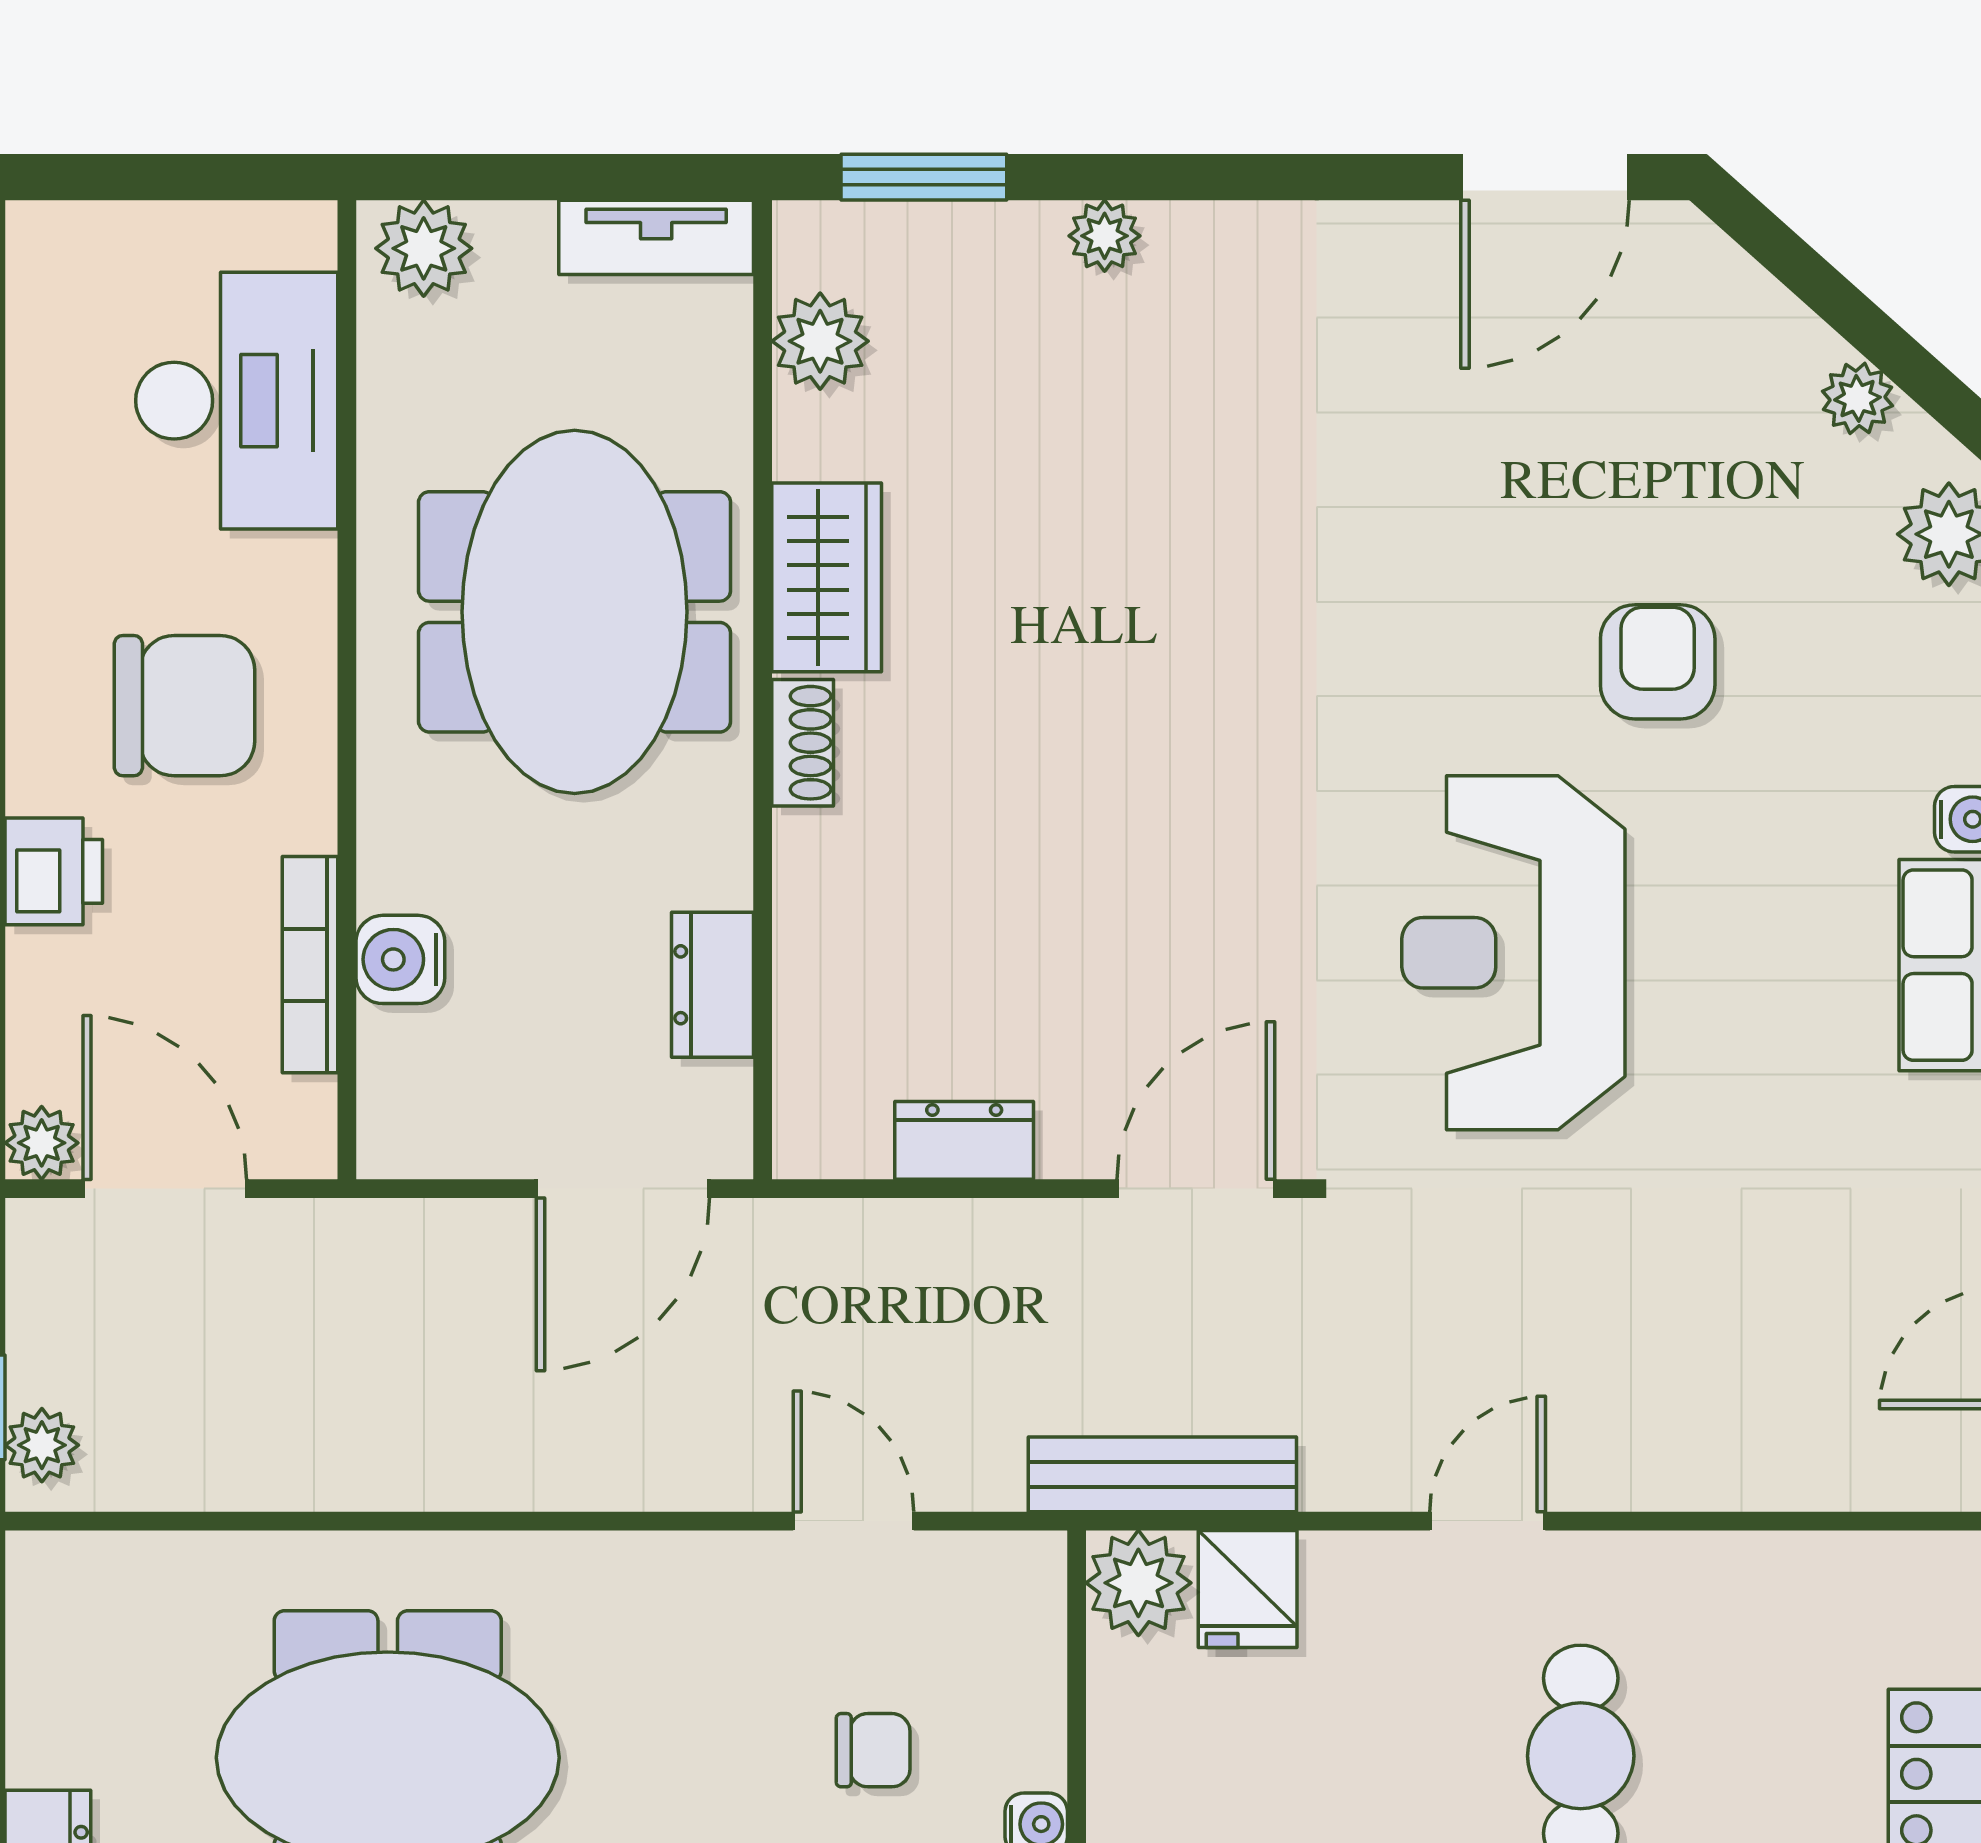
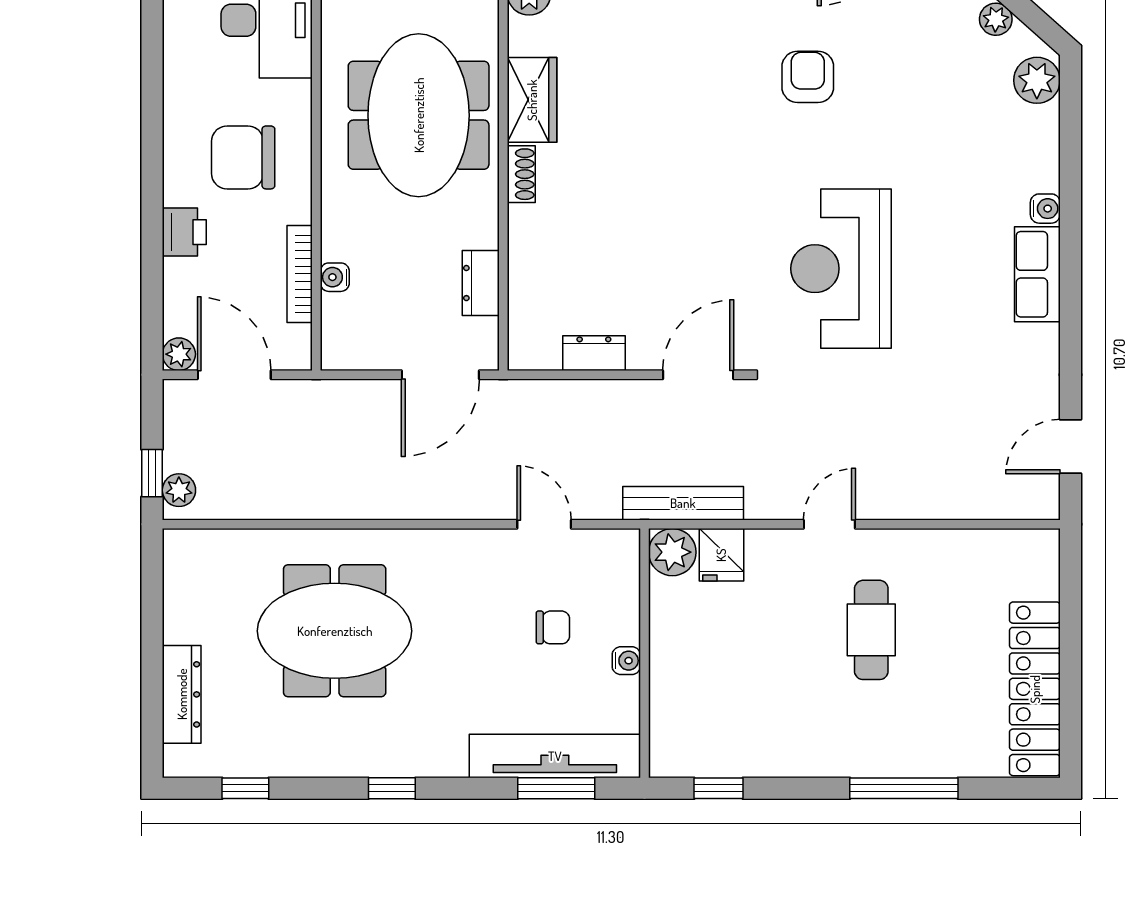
armchair: (1658, 662) -> (808, 77), moved
chair: (185, 706) -> (243, 157), turned 180
water cooler: (400, 959) -> (335, 277), width x0.72, depth x0.72

